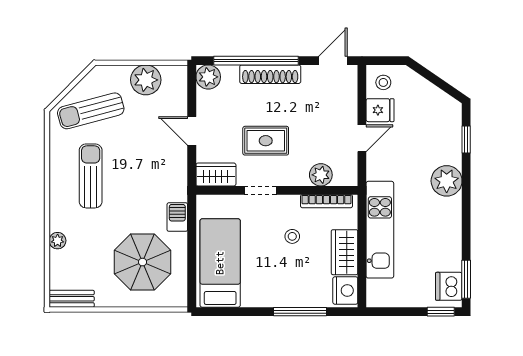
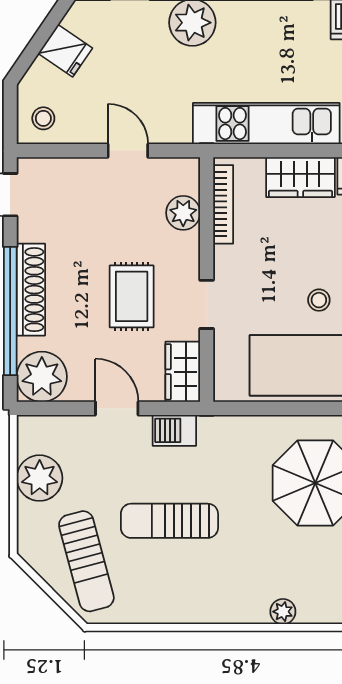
plant: (208, 77) -> (42, 377), width x1.36, depth x1.36
fridge: (380, 110) -> (65, 51), moved, turned 124
door: (192, 131) -> (117, 408), swing flipped
sun lounger: (91, 176) -> (169, 521), moved
barbecue: (177, 217) -> (174, 430), moved
stool: (292, 236) -> (319, 300), moved

